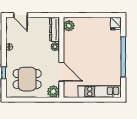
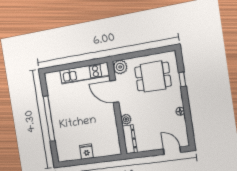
fridge: (116, 24) -> (86, 152), moved
plant: (69, 26) -> (114, 145), removed
kitchen unit: (100, 91) -> (84, 73), moved

